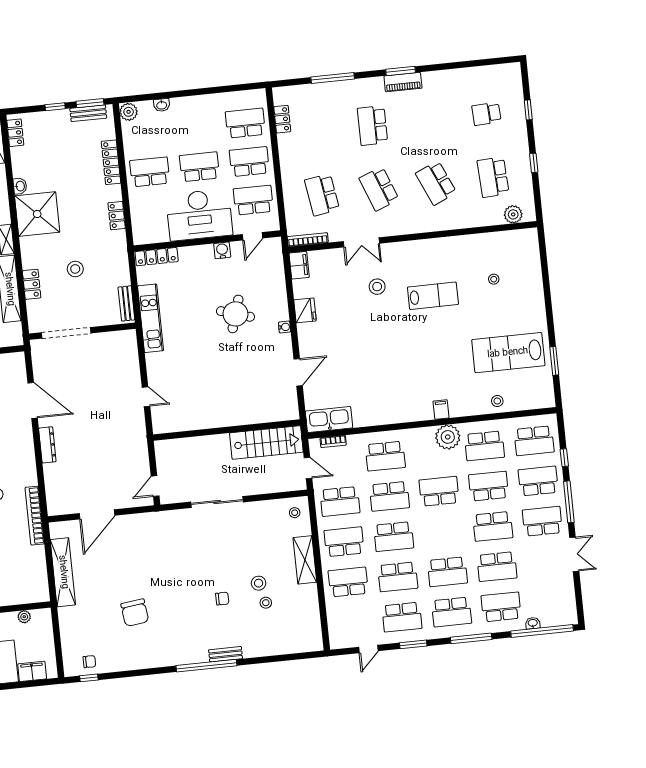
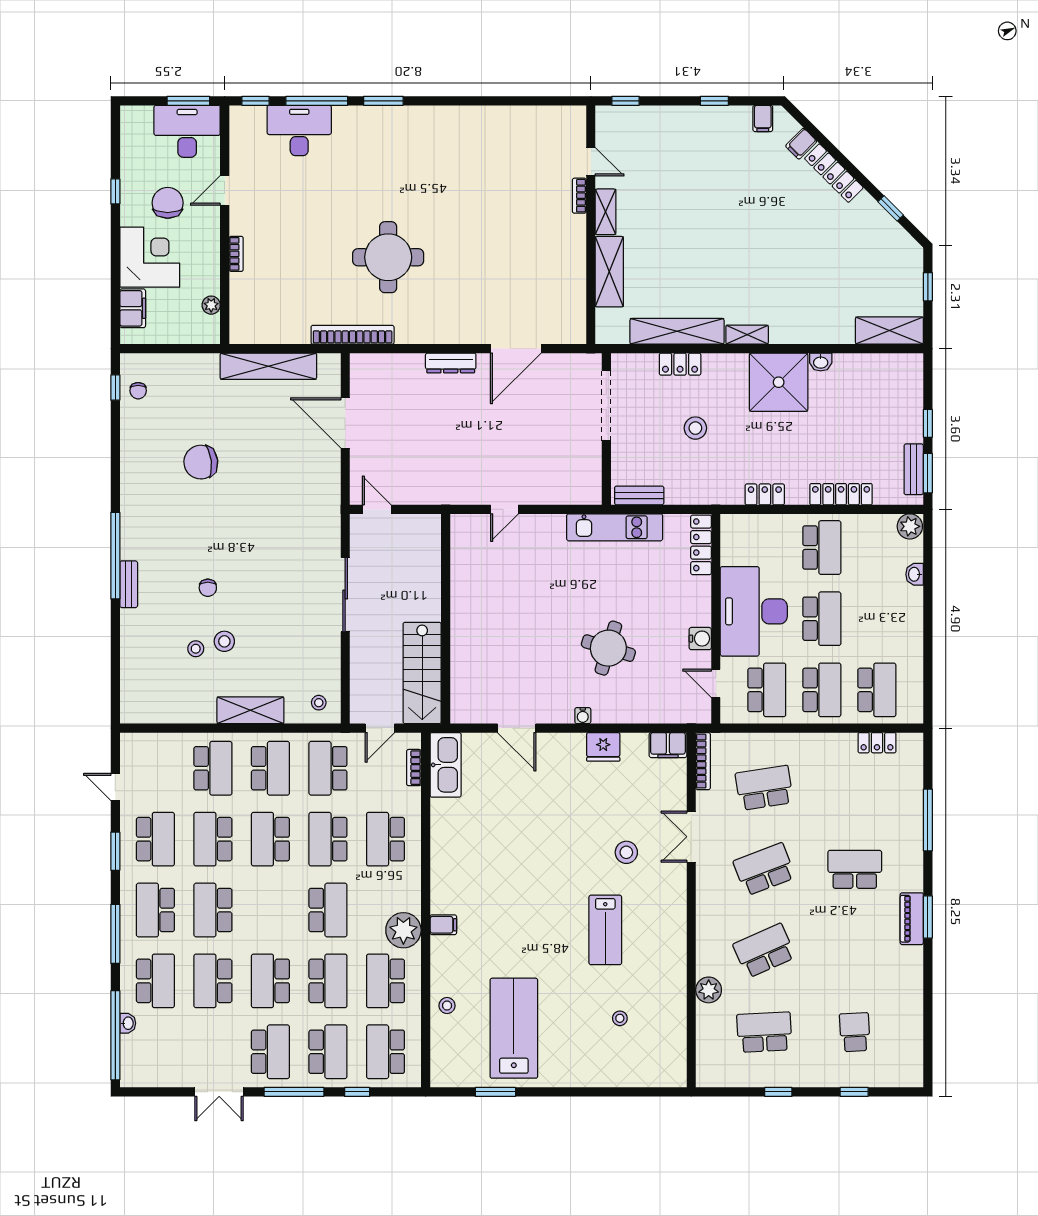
locker: (15, 133) -> (897, 363), removed
plant: (513, 214) -> (709, 990), moved
school desk: (402, 617) -> (155, 839), turned 180

